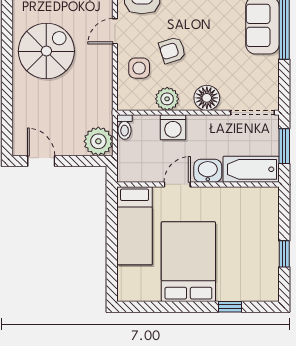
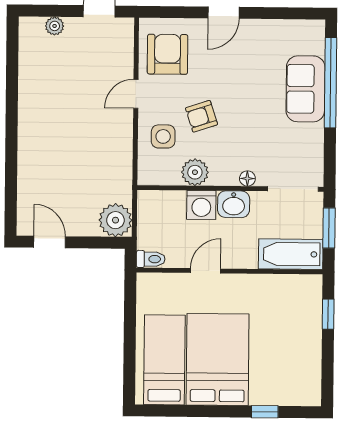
spiral stairs: (46, 51) -> (57, 116), removed
floor lamp: (207, 98) -> (247, 178), width x0.53, depth x0.53
toilet: (125, 127) -> (151, 259), moved, turned -90
washbasin: (208, 171) -> (234, 204), moved, turned 180
bed: (135, 226) -> (164, 360), moved, turned 180
window: (284, 254) -> (328, 314), moved

